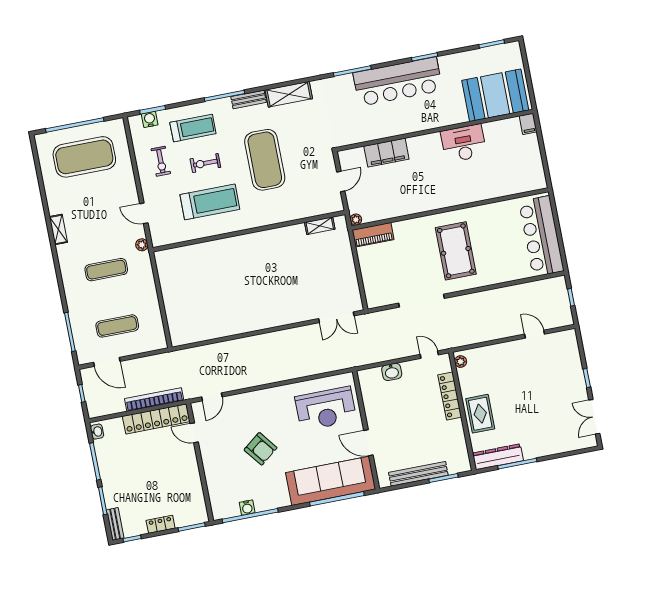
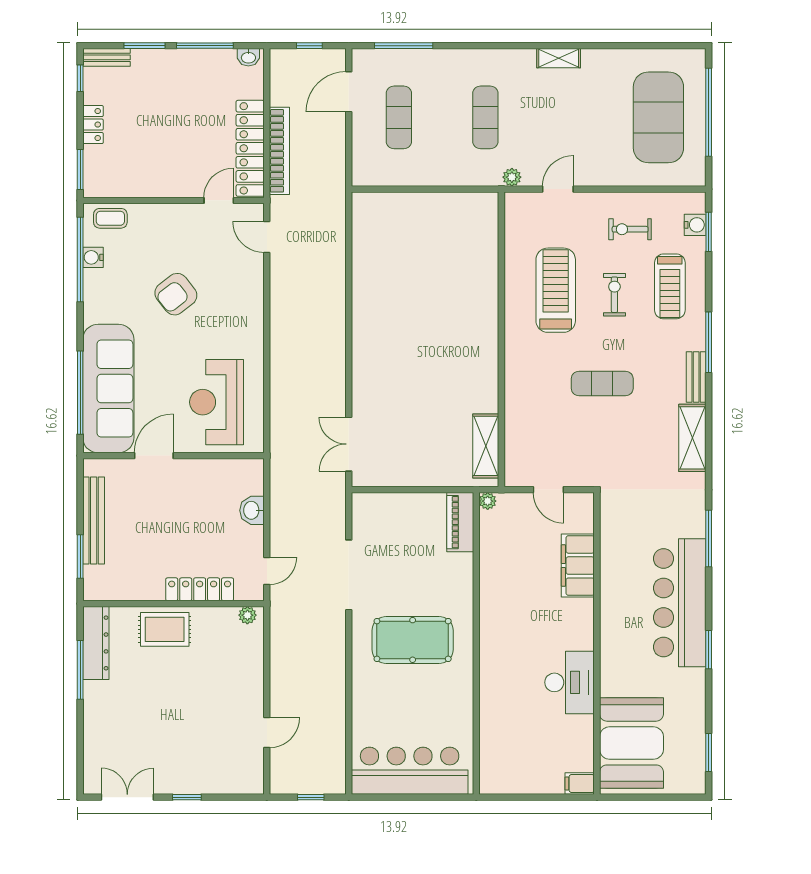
exercise mat: (265, 160) -> (602, 384), width x0.50, depth x0.69
treadmill: (210, 202) -> (556, 290), turned 180
shelving: (320, 226) -> (486, 446), width x1.50, depth x1.33
coffee table: (219, 501) -> (110, 218), added

